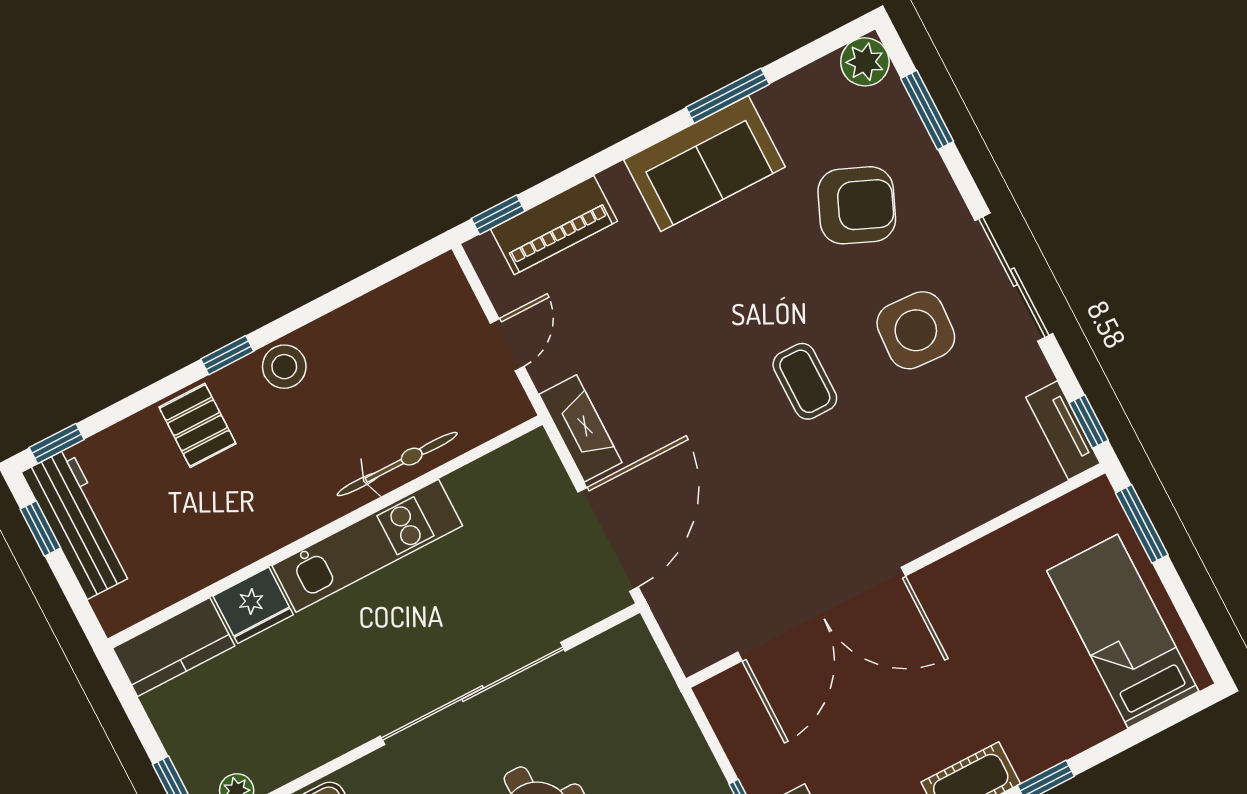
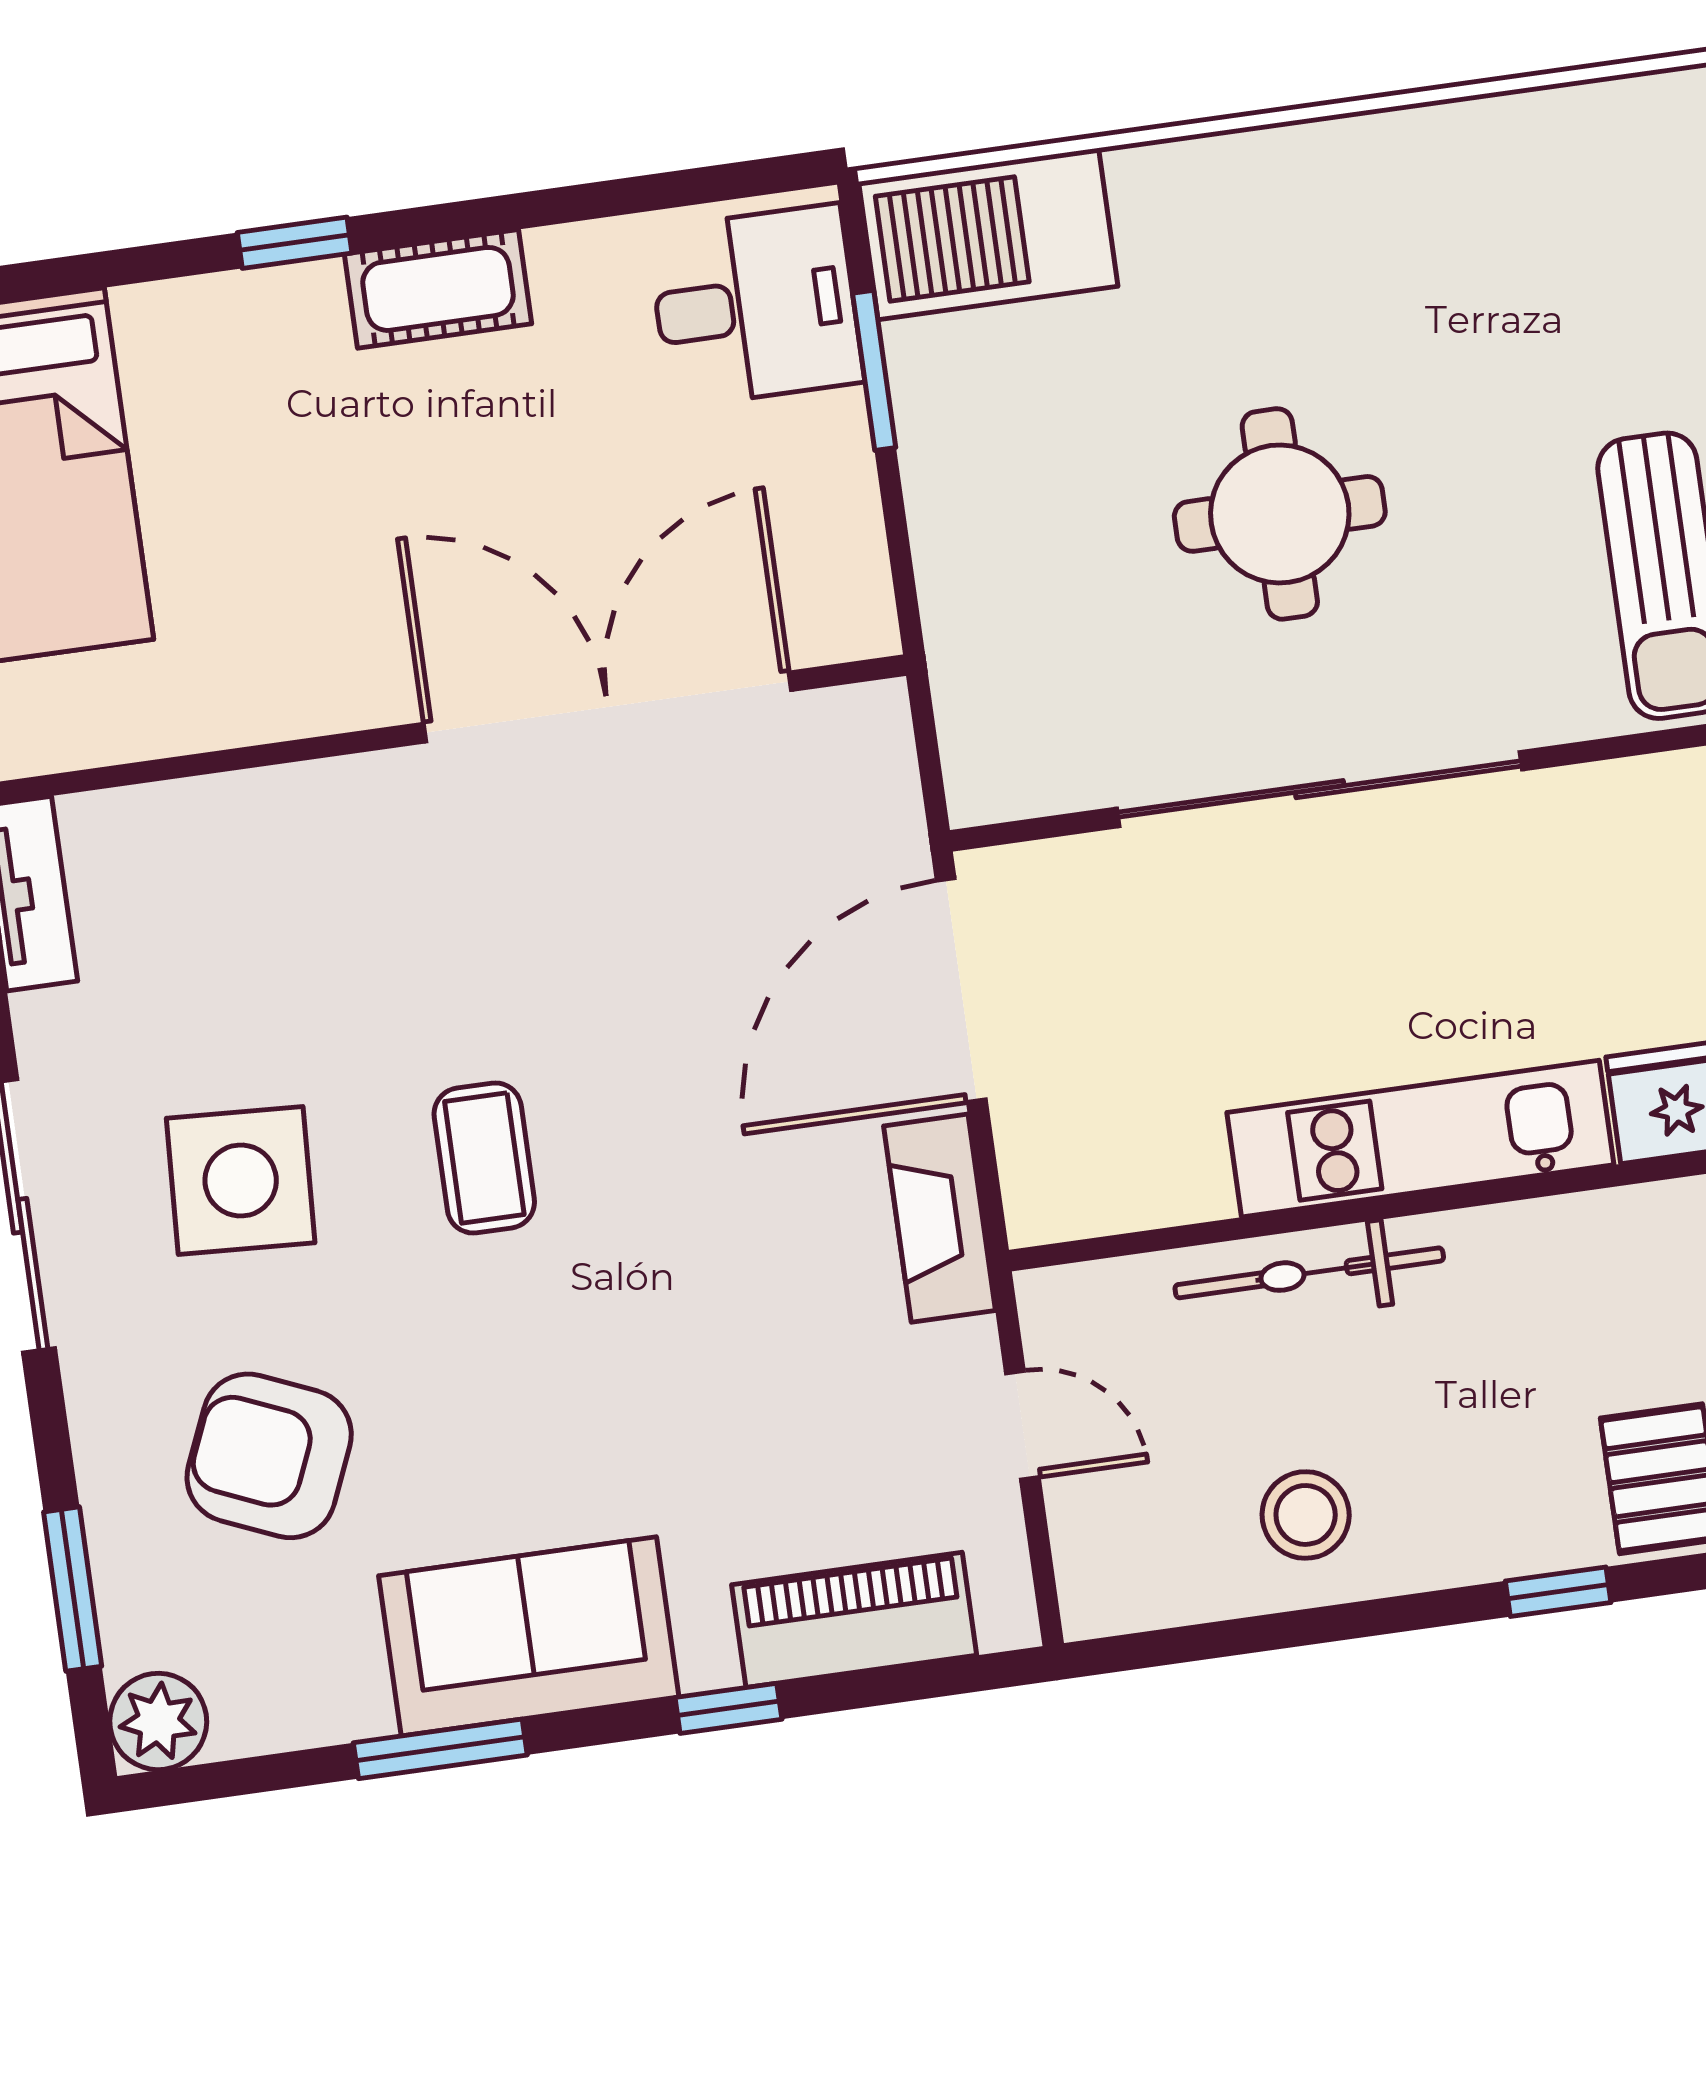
window: (498, 215) -> (728, 1708), moved
door: (507, 345) -> (1022, 1425), swing flipped
stool: (284, 367) -> (1306, 1515), moved

